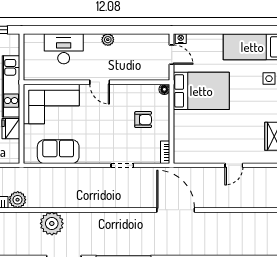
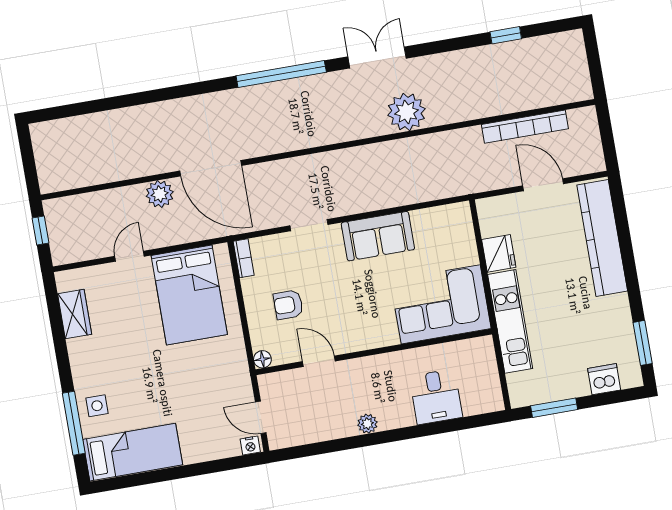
desk: (64, 49) -> (436, 397), width x0.73
door: (100, 82) -> (319, 361), moved
bed: (201, 91) -> (189, 295), moved, turned -90
sofa: (58, 152) -> (378, 236), moved
plant: (18, 200) -> (160, 194), moved

